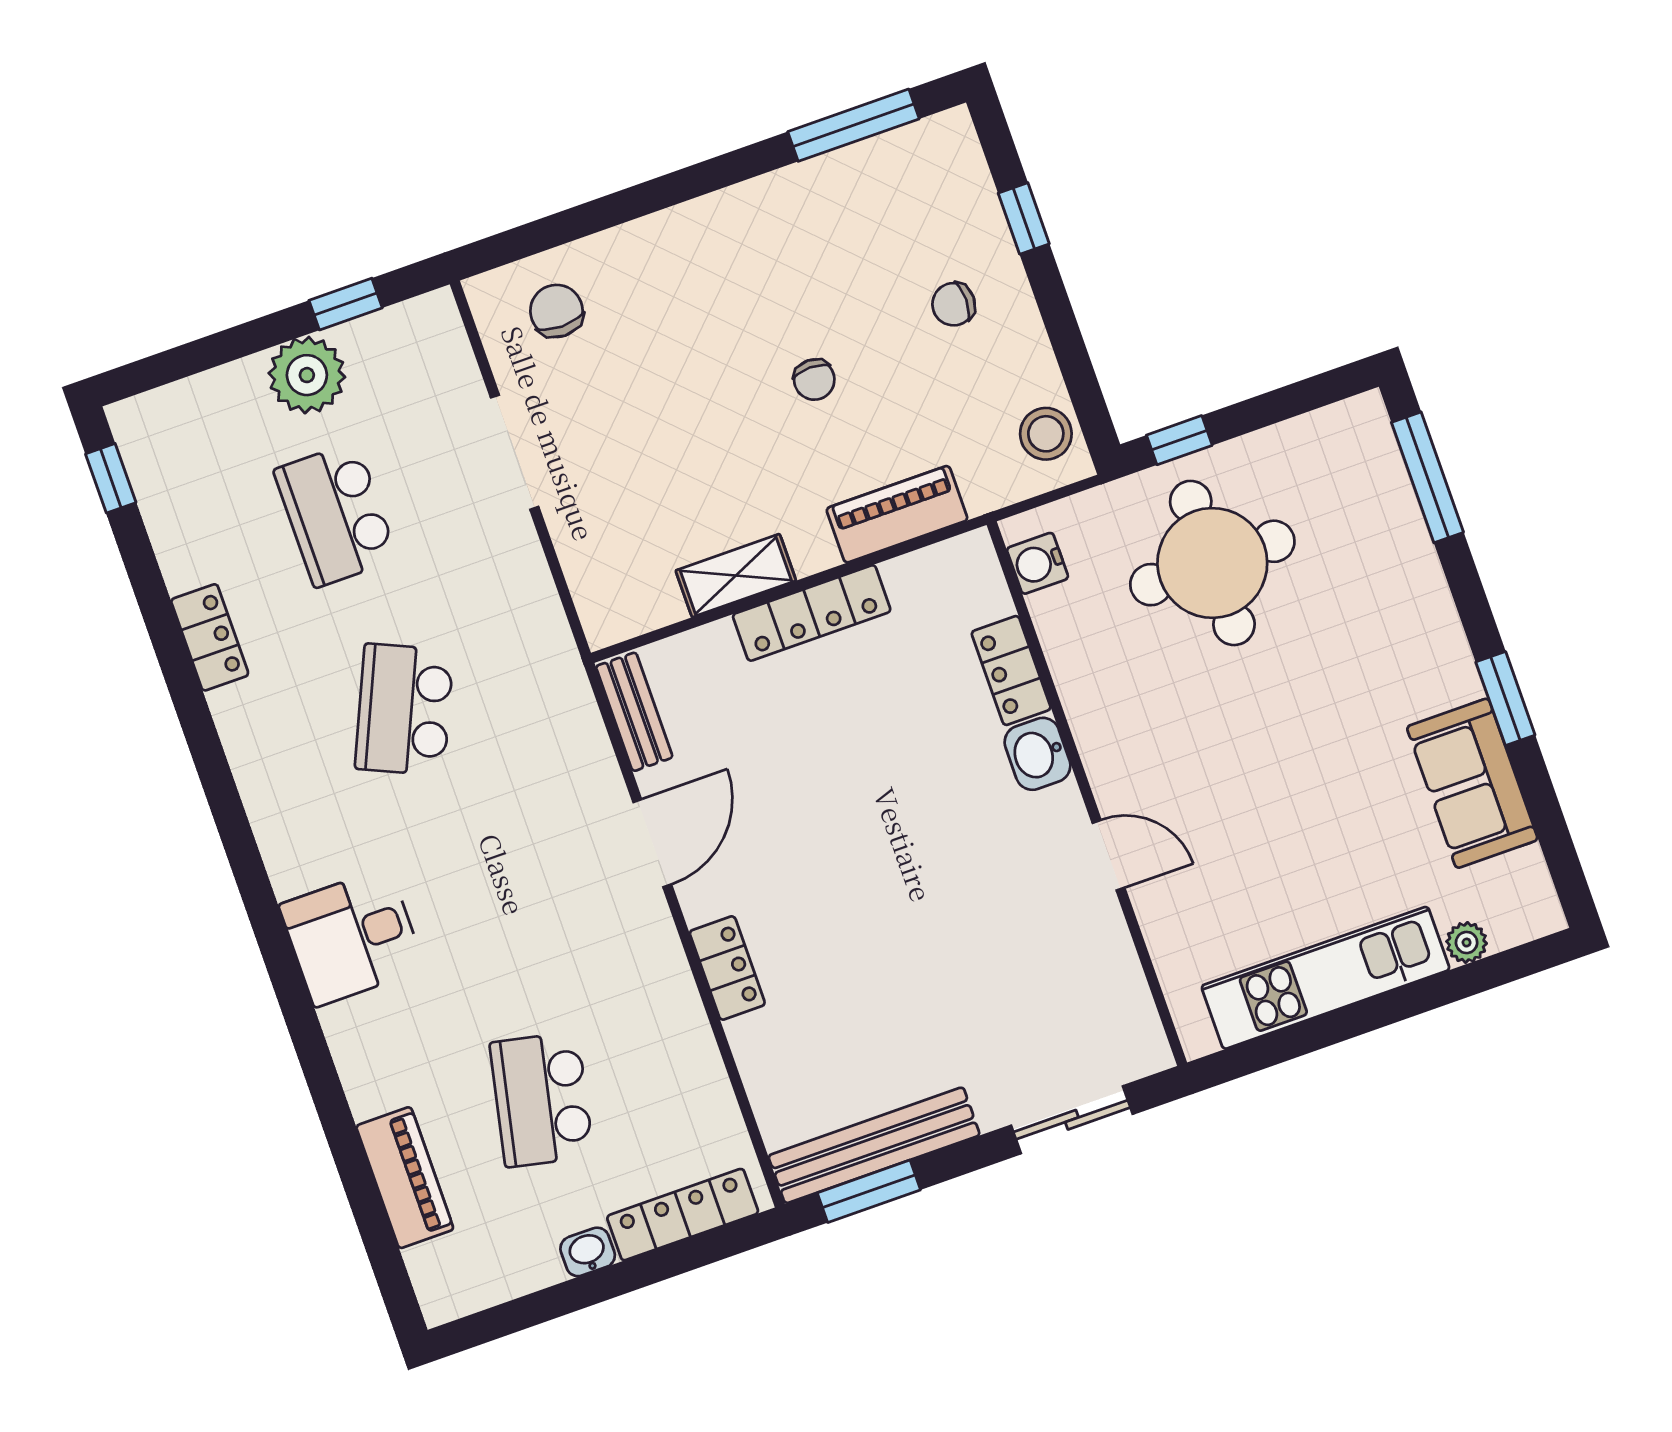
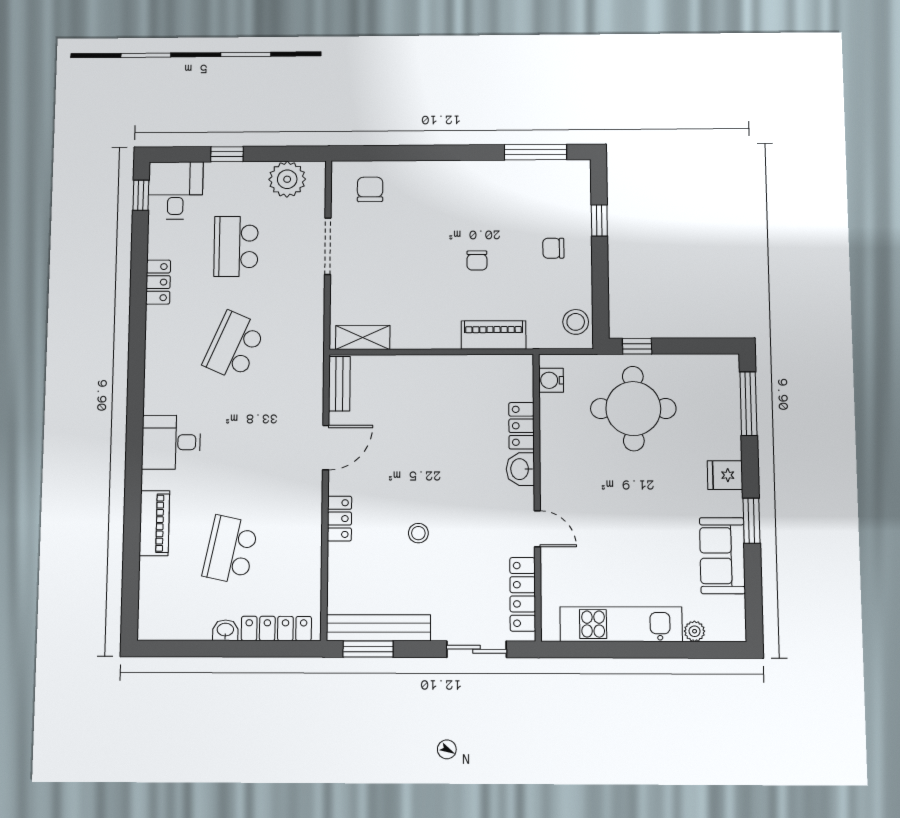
window: (346, 304) -> (227, 154), moved
plant: (307, 375) -> (287, 179), moved
desk: (176, 445) -> (176, 190), added
shelving: (736, 576) -> (363, 338), moved
locker: (812, 613) -> (523, 594), moved, turned 90
fridge: (1428, 630) -> (725, 475), added
stool: (887, 943) -> (418, 533), added
piano: (405, 1178) -> (154, 523), moved

